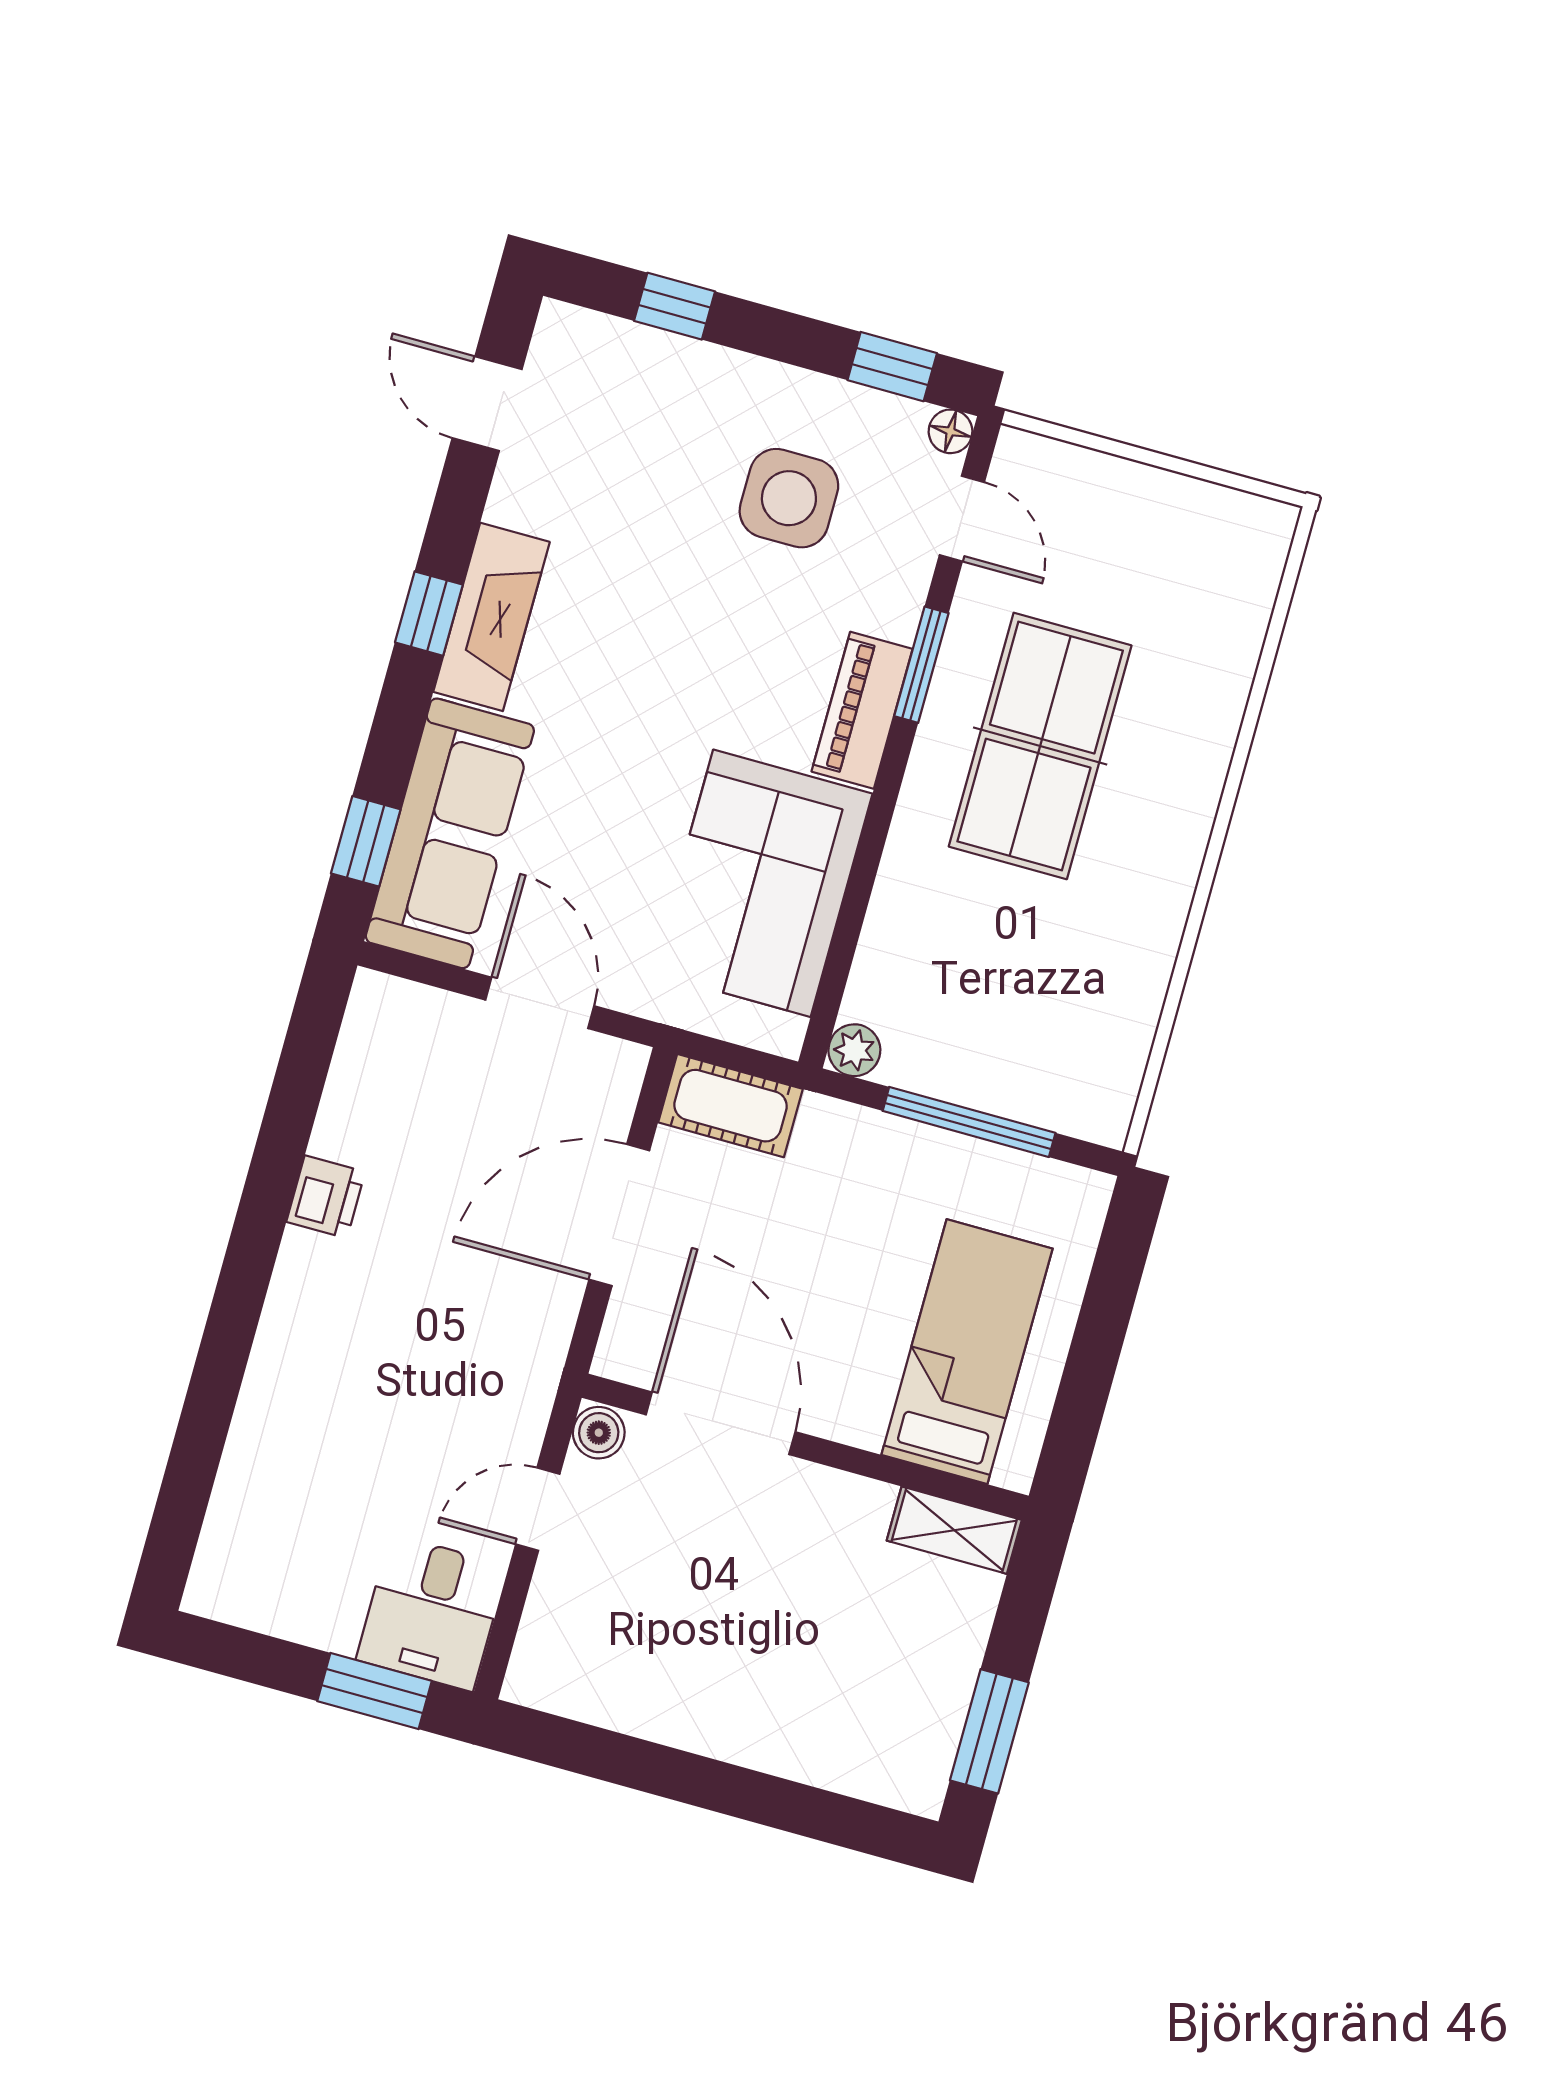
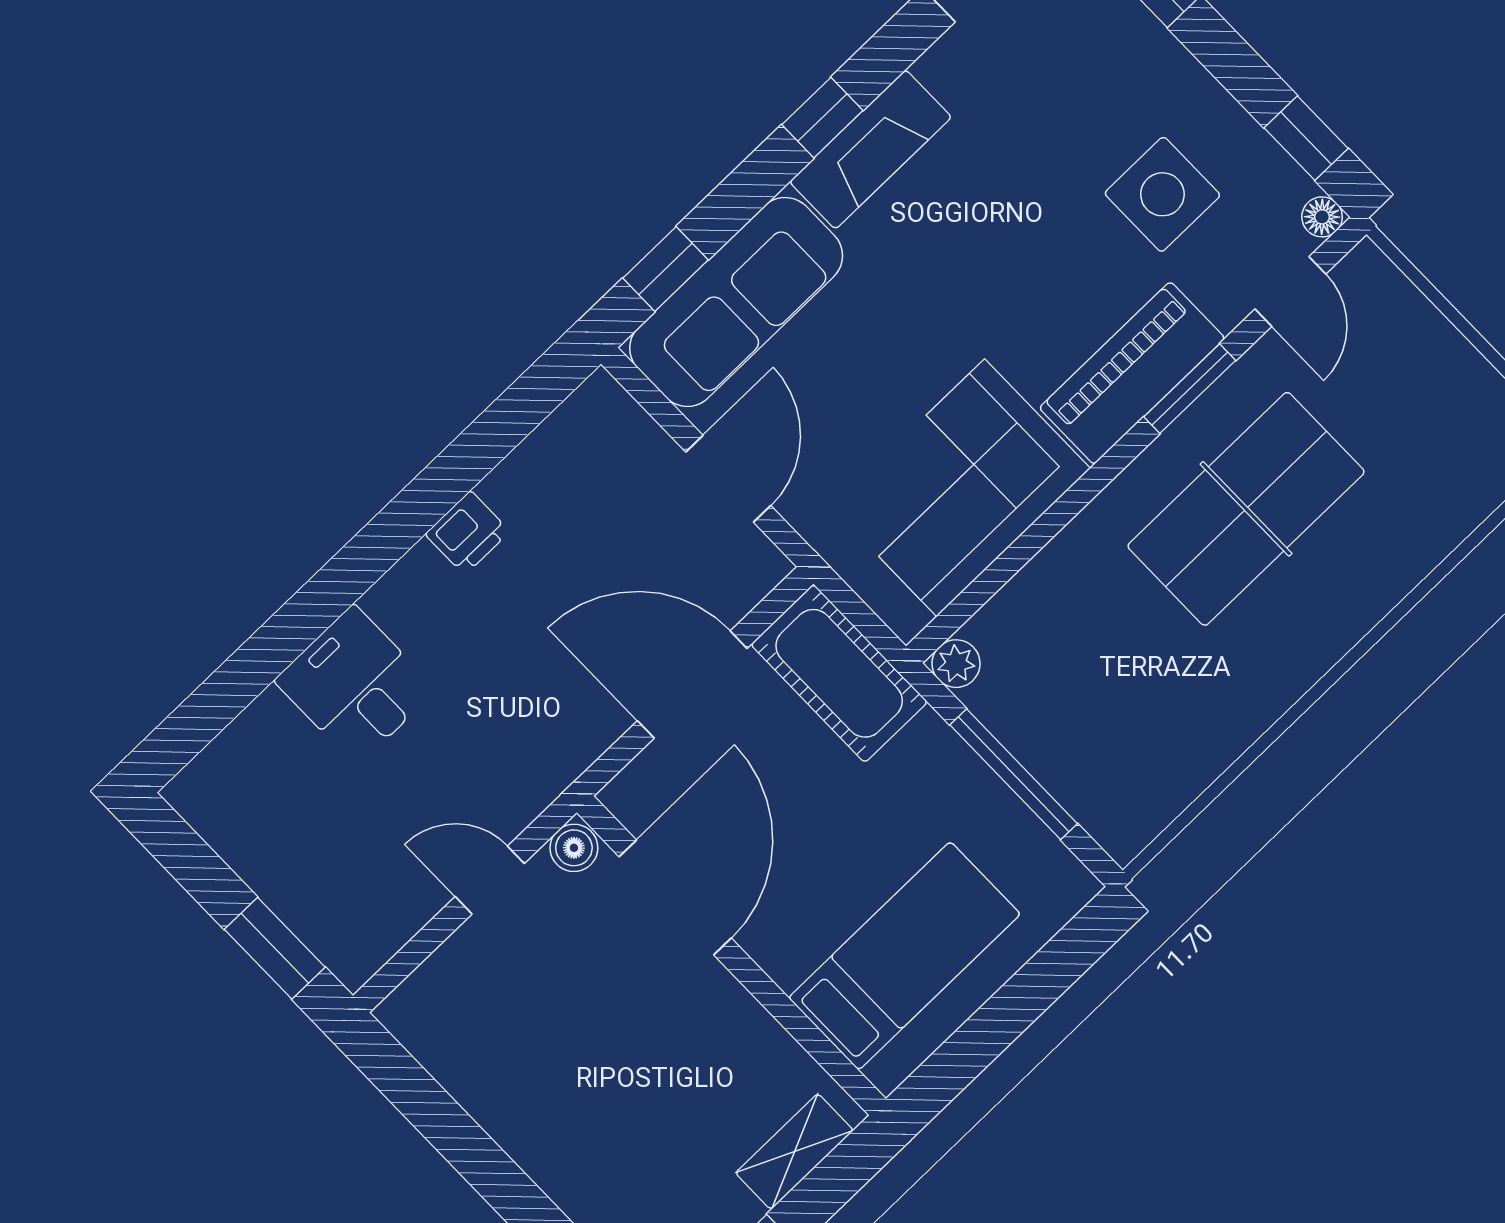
piano: (862, 710) -> (1132, 373), width x1.37, depth x1.33
cot: (730, 1106) -> (839, 673), width x1.37, depth x1.34
shelving: (954, 1530) -> (794, 1152), moved, turned 90
desk: (432, 1613) -> (355, 685), moved, turned 90

